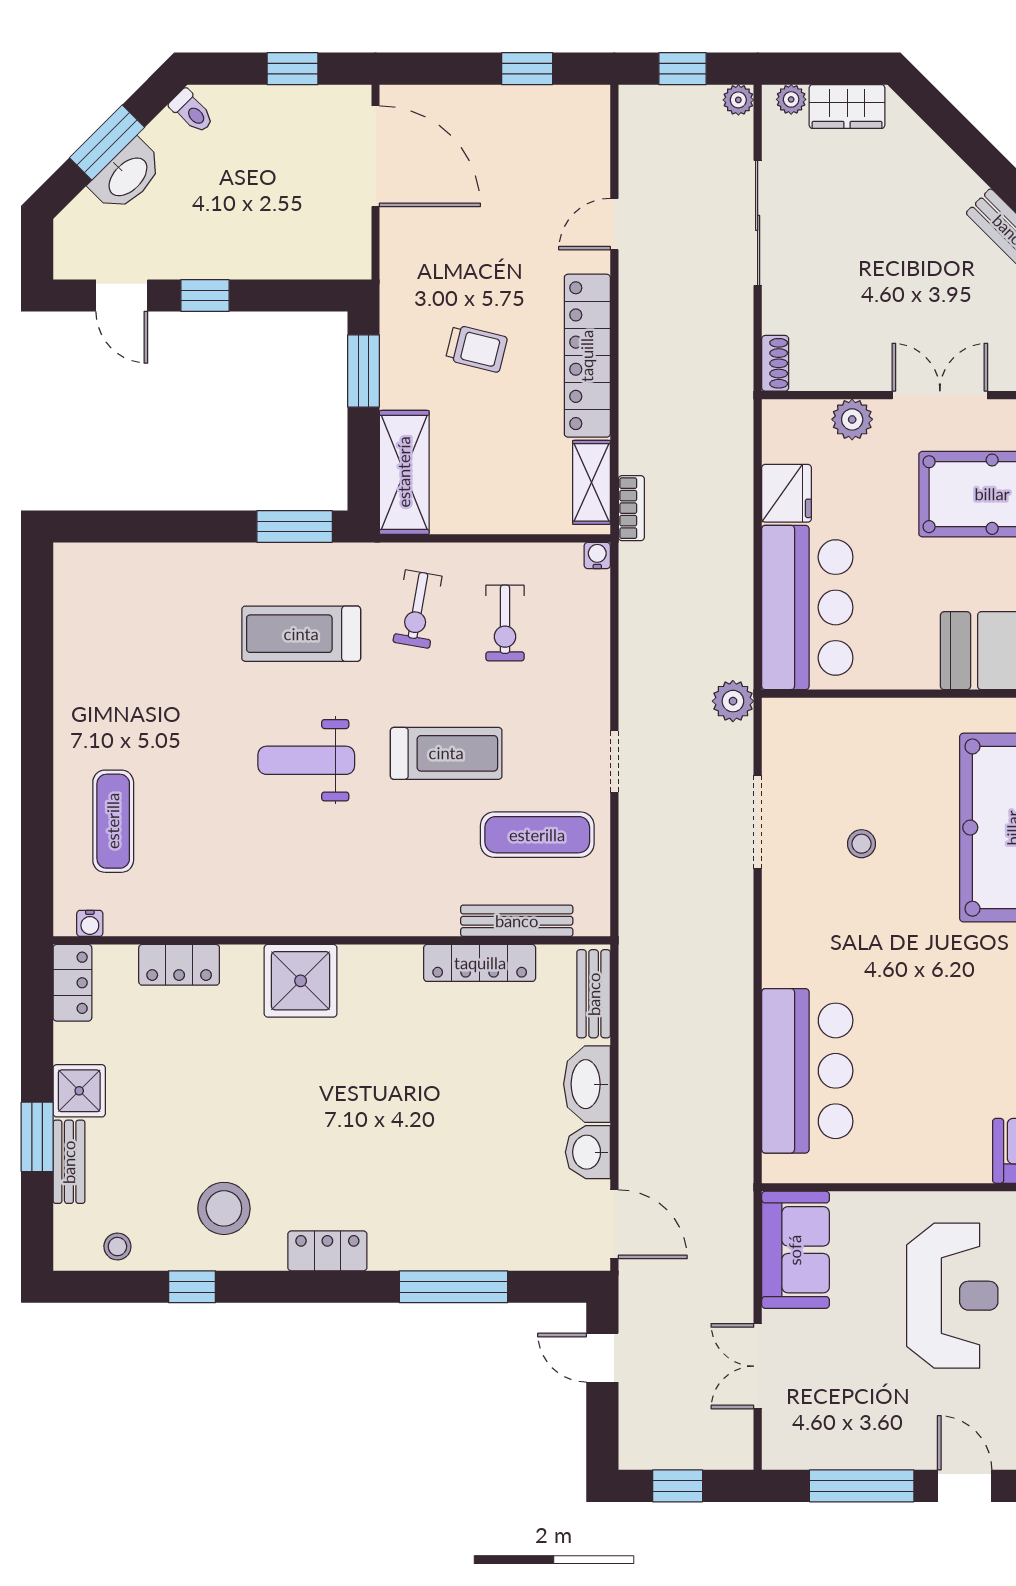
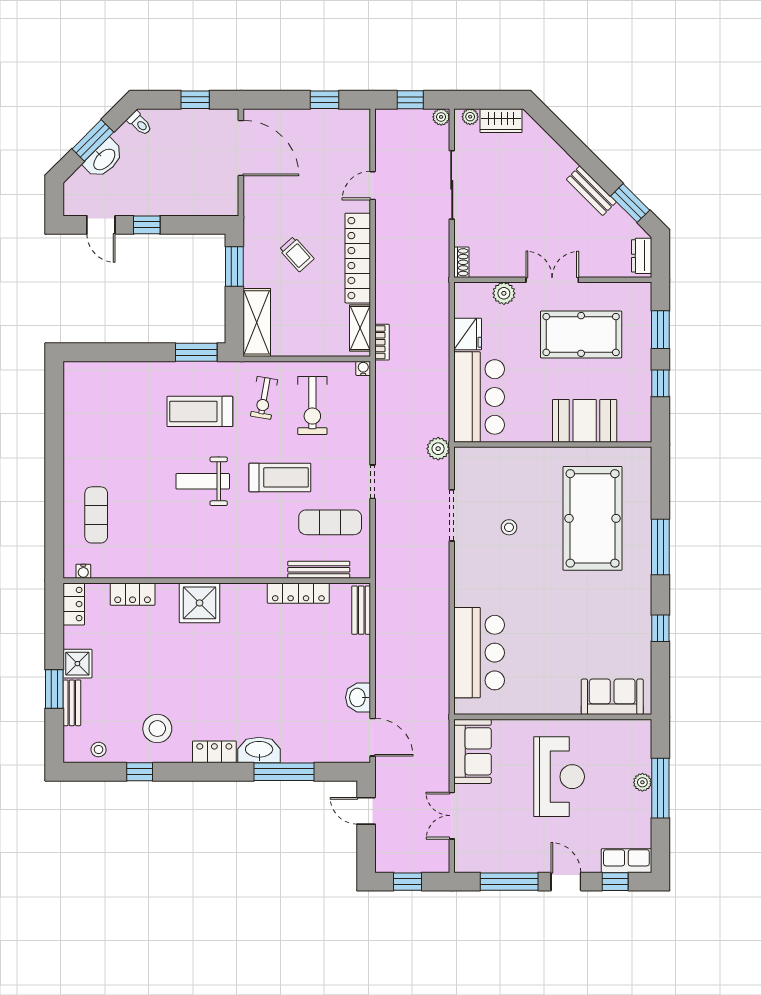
trolley: (476, 348) -> (297, 254), turned 34
exercise bike: (505, 623) -> (312, 406), width x1.38, depth x1.39
washbasin: (587, 1084) -> (259, 750), moved, turned 90

